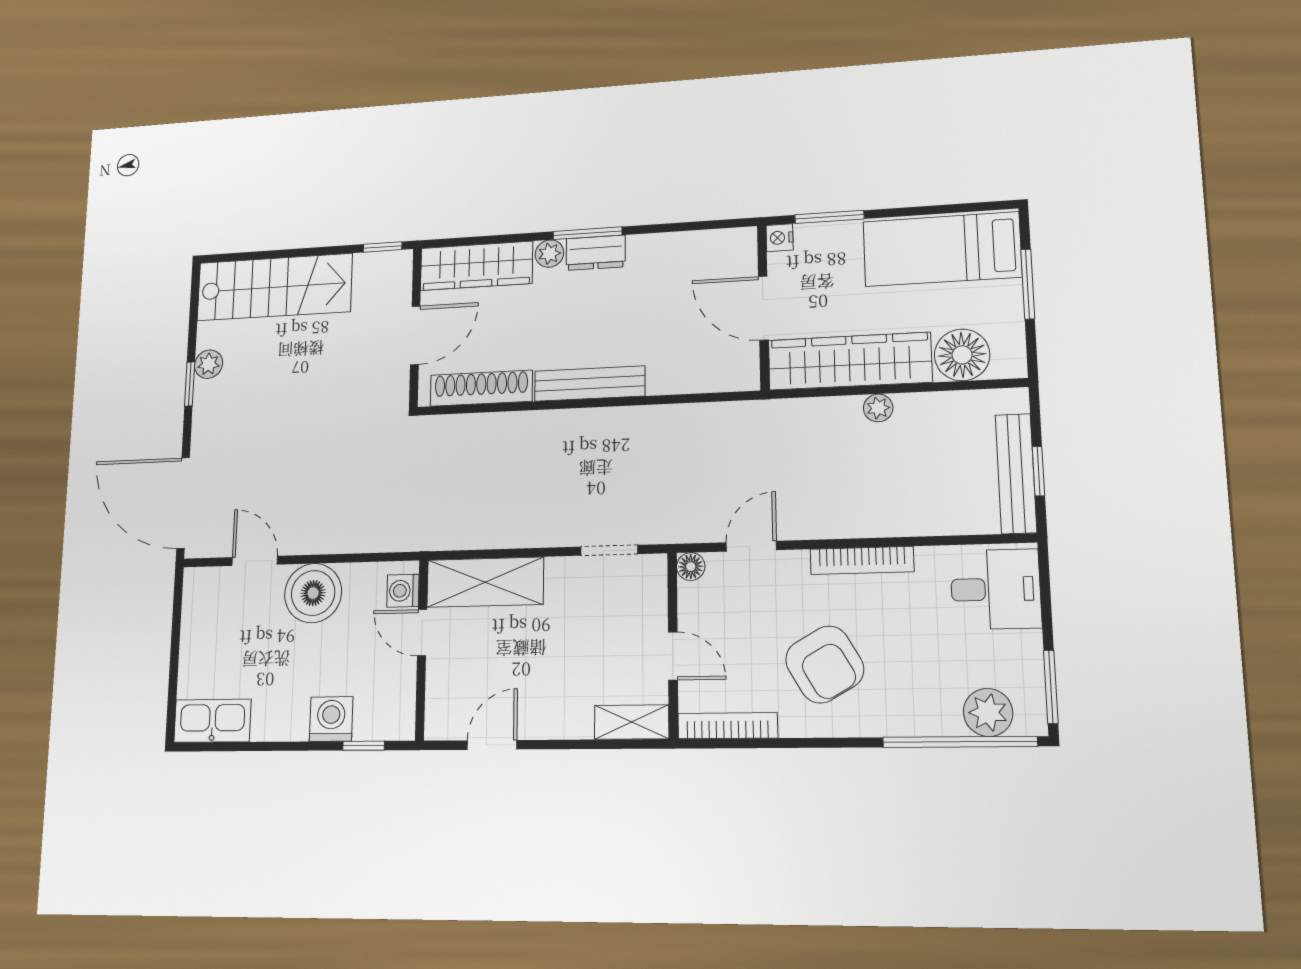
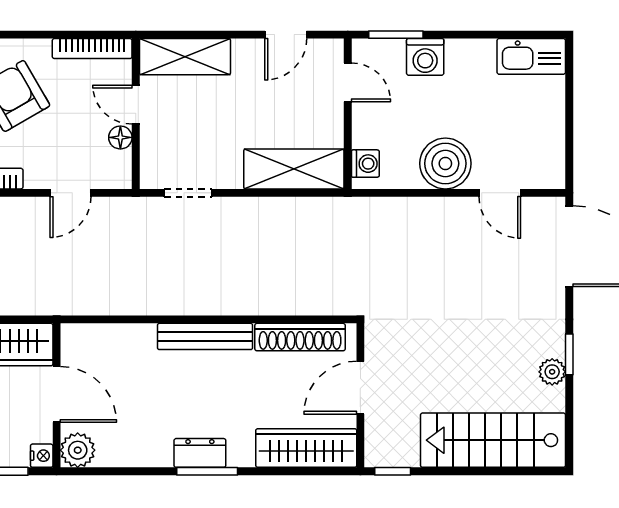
plant: (549, 254) -> (78, 450), moved, width x1.38, depth x1.38
floor lamp: (691, 567) -> (120, 137), moved
door: (422, 633) -> (348, 82), moved
shelving: (632, 722) -> (185, 57), width x1.50, depth x1.33
window: (364, 746) -> (396, 35), width x1.50

